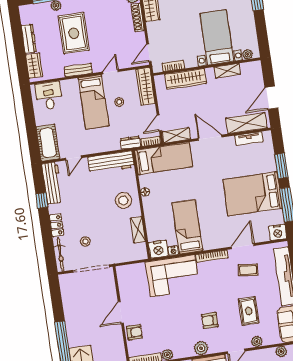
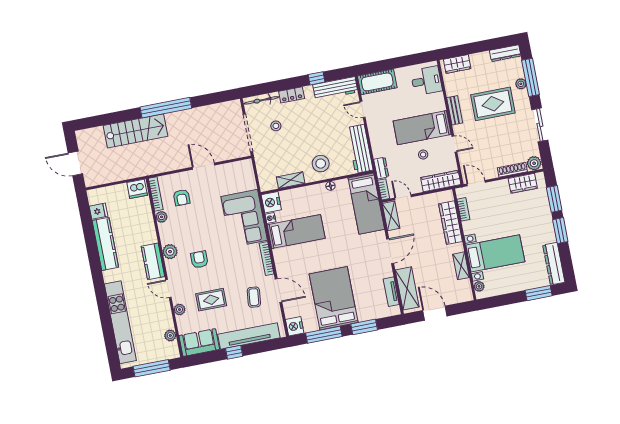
dresser: (29, 39) -> (505, 53), moved
armchair: (134, 332) -> (182, 198), moved

